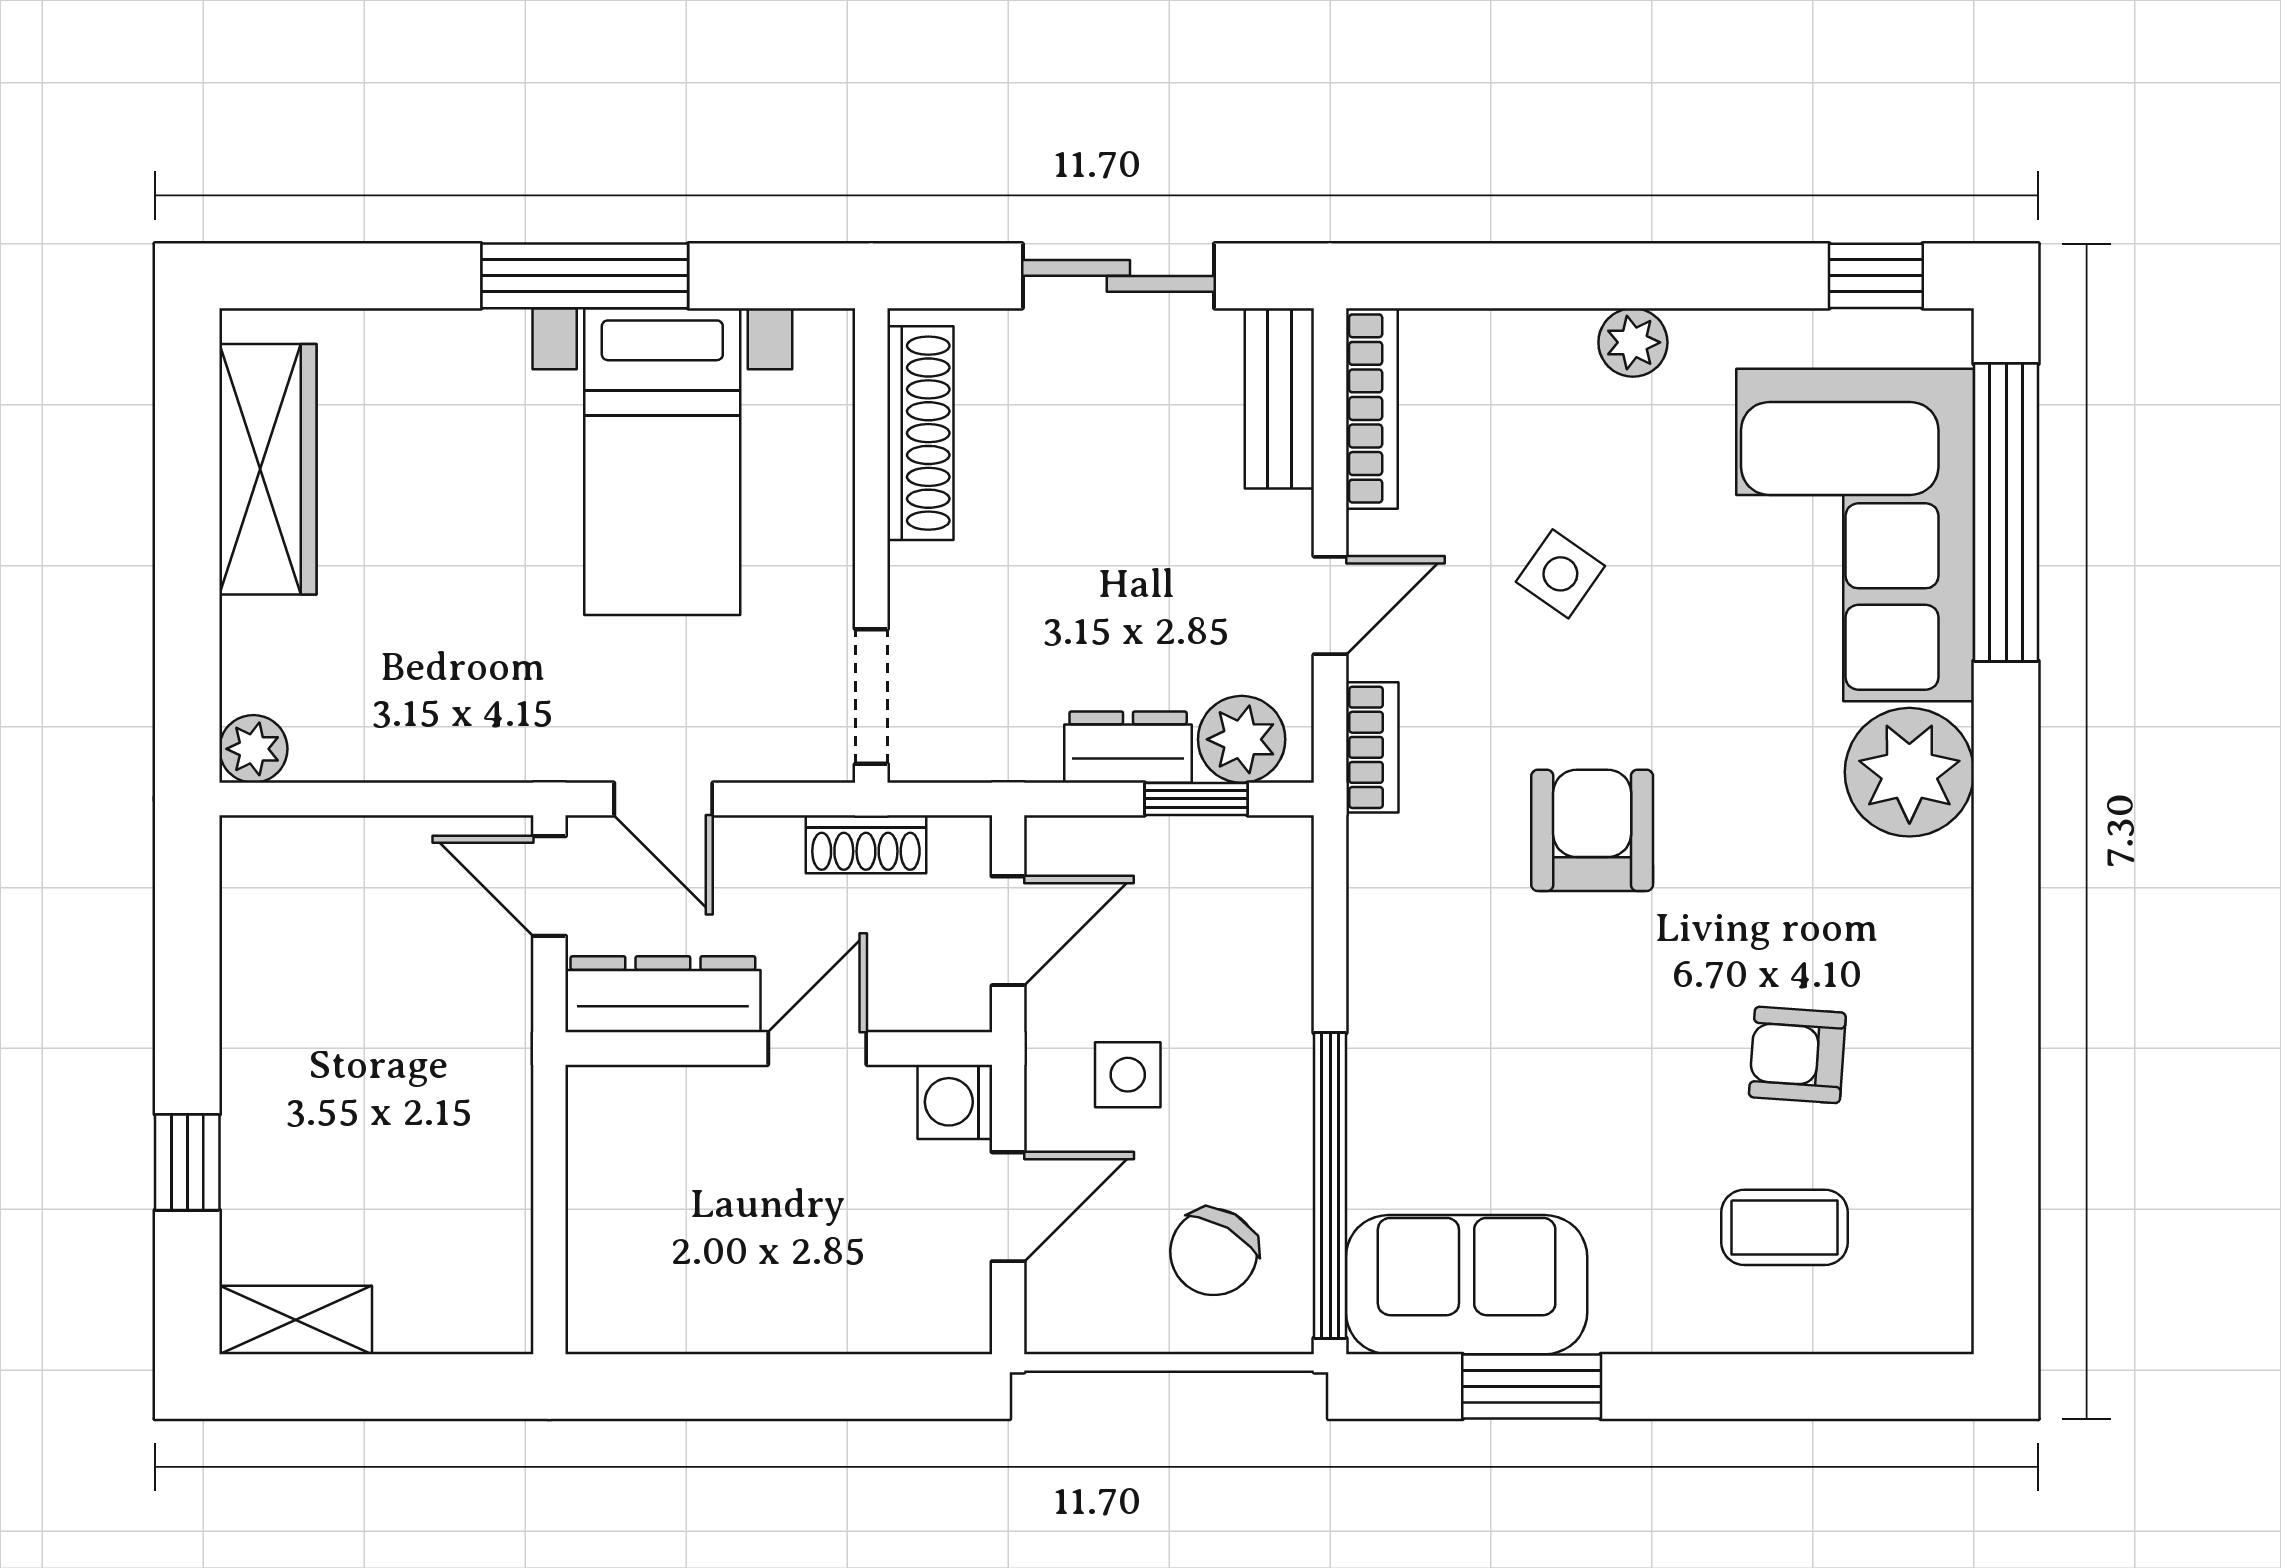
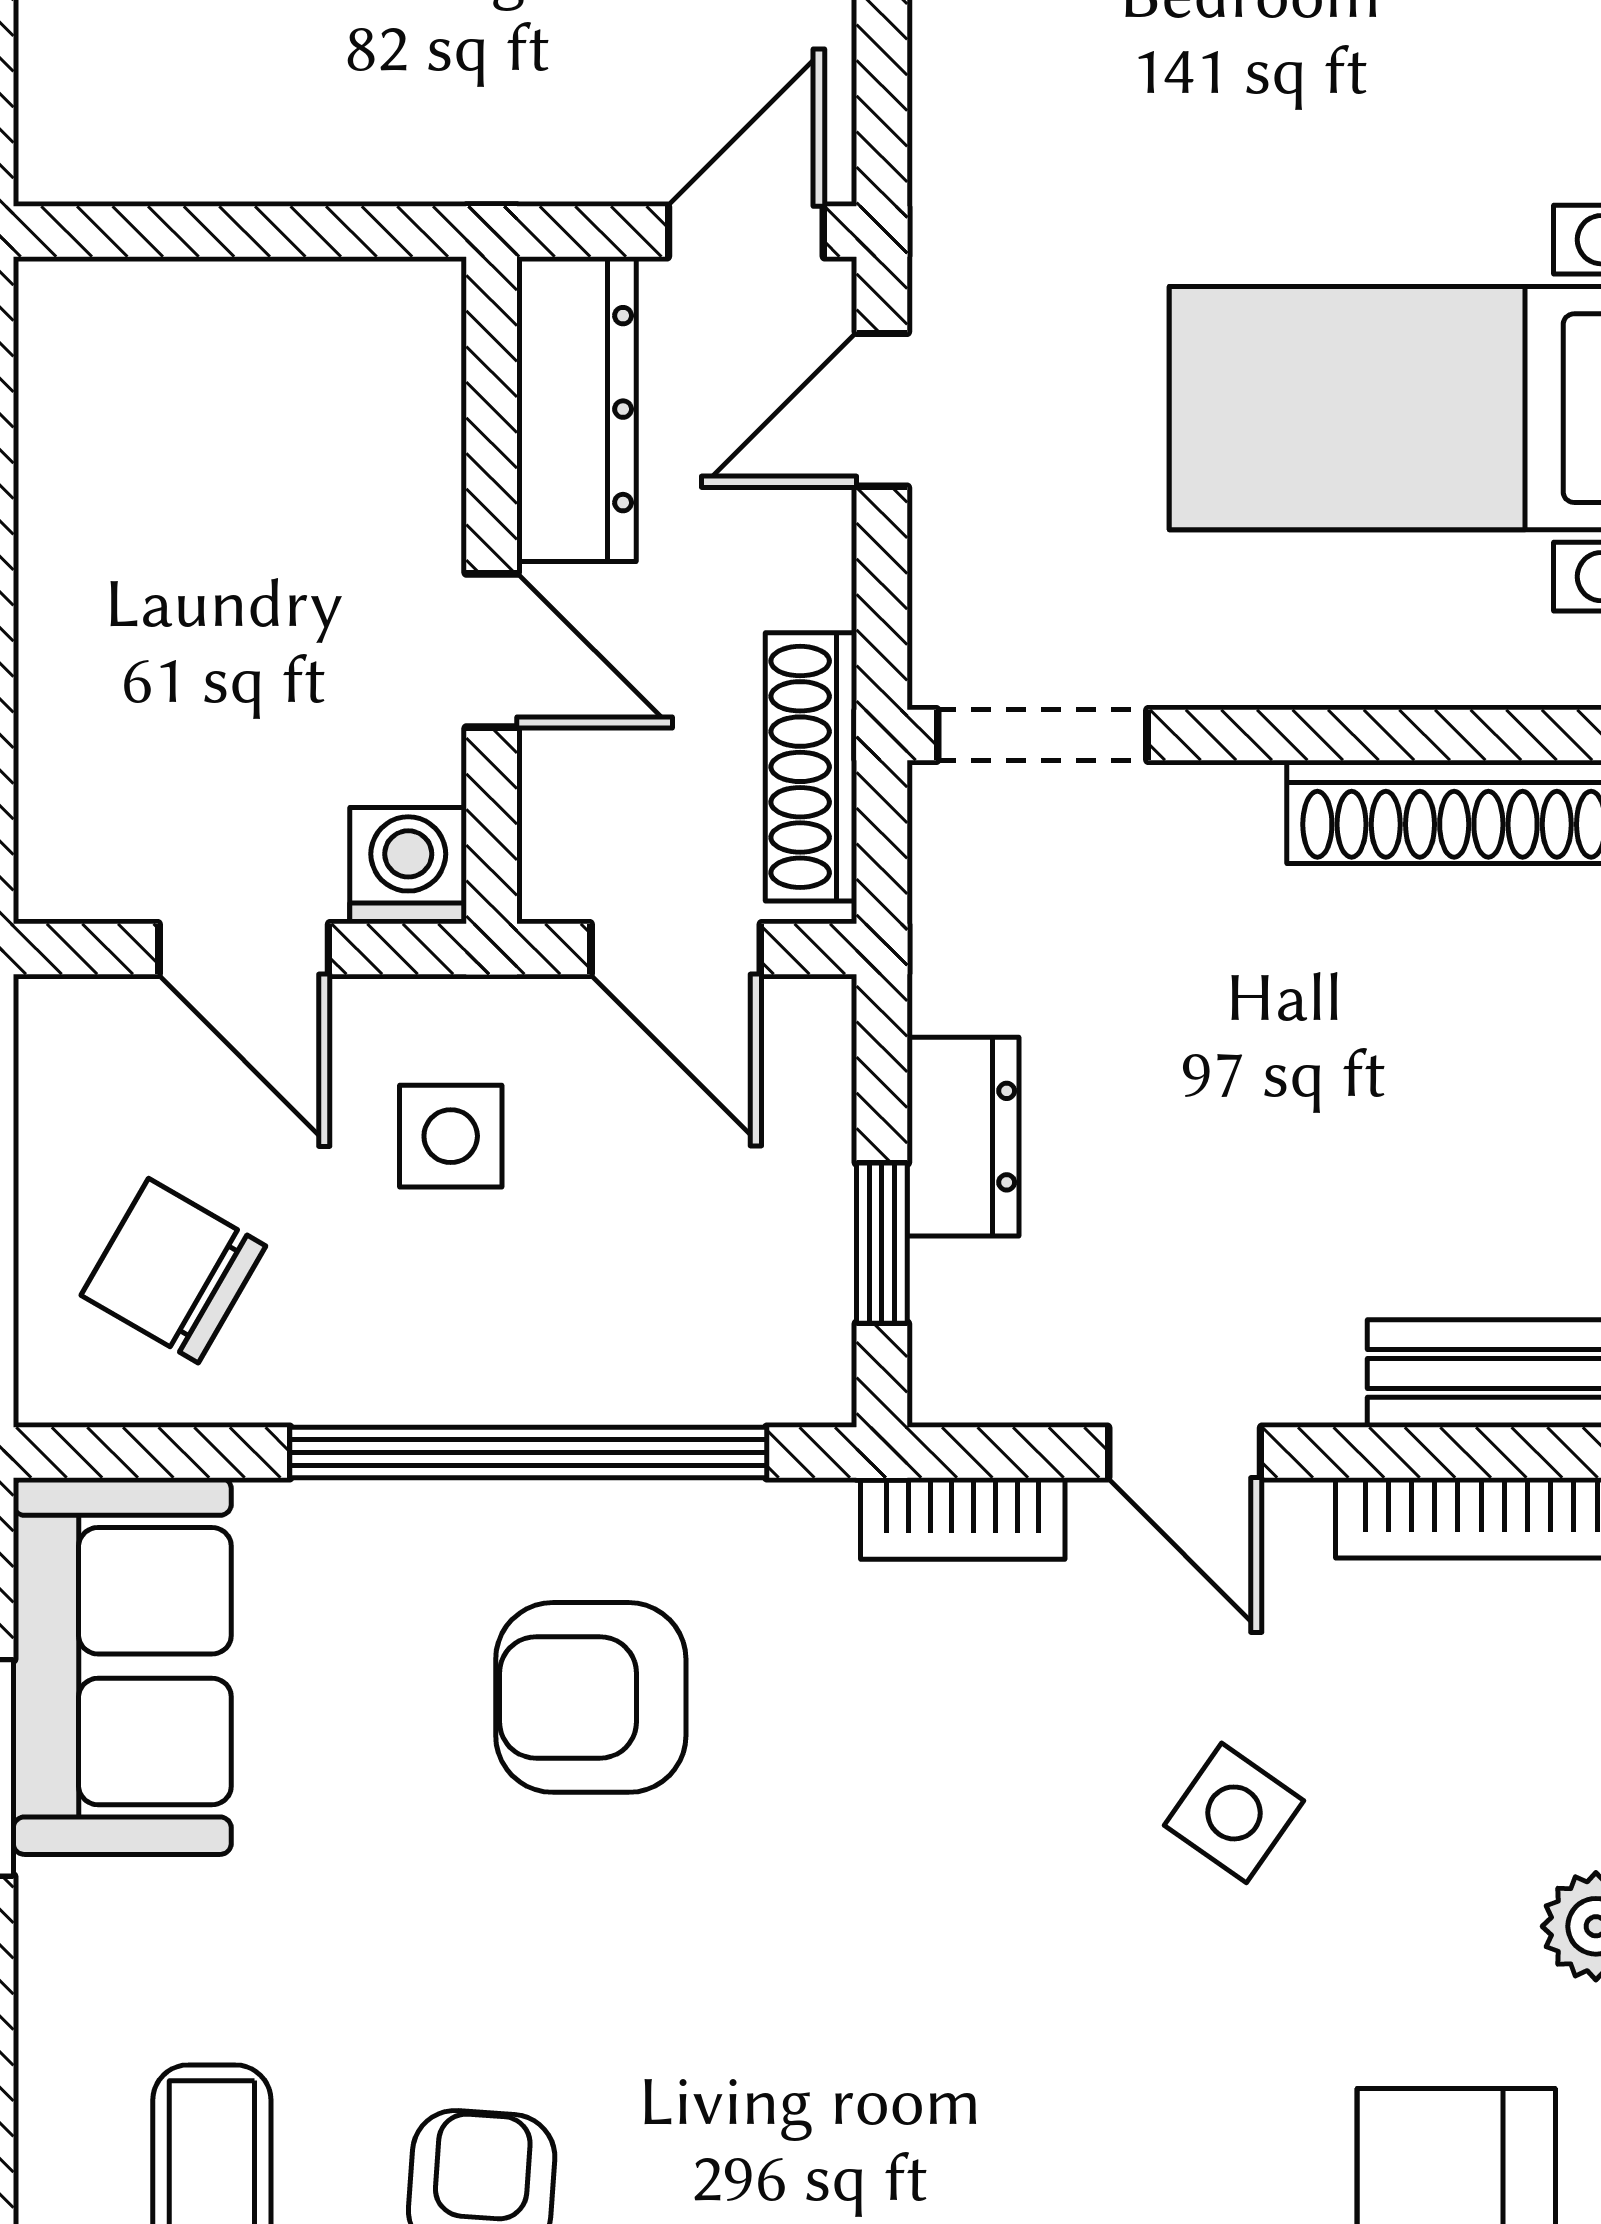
plant: (1242, 739) -> (975, 1314), removed
armchair: (1592, 830) -> (591, 1697), moved, turned 180
shoe rack: (866, 844) -> (811, 767), width x1.43
window: (1330, 1185) -> (528, 1453), moved

